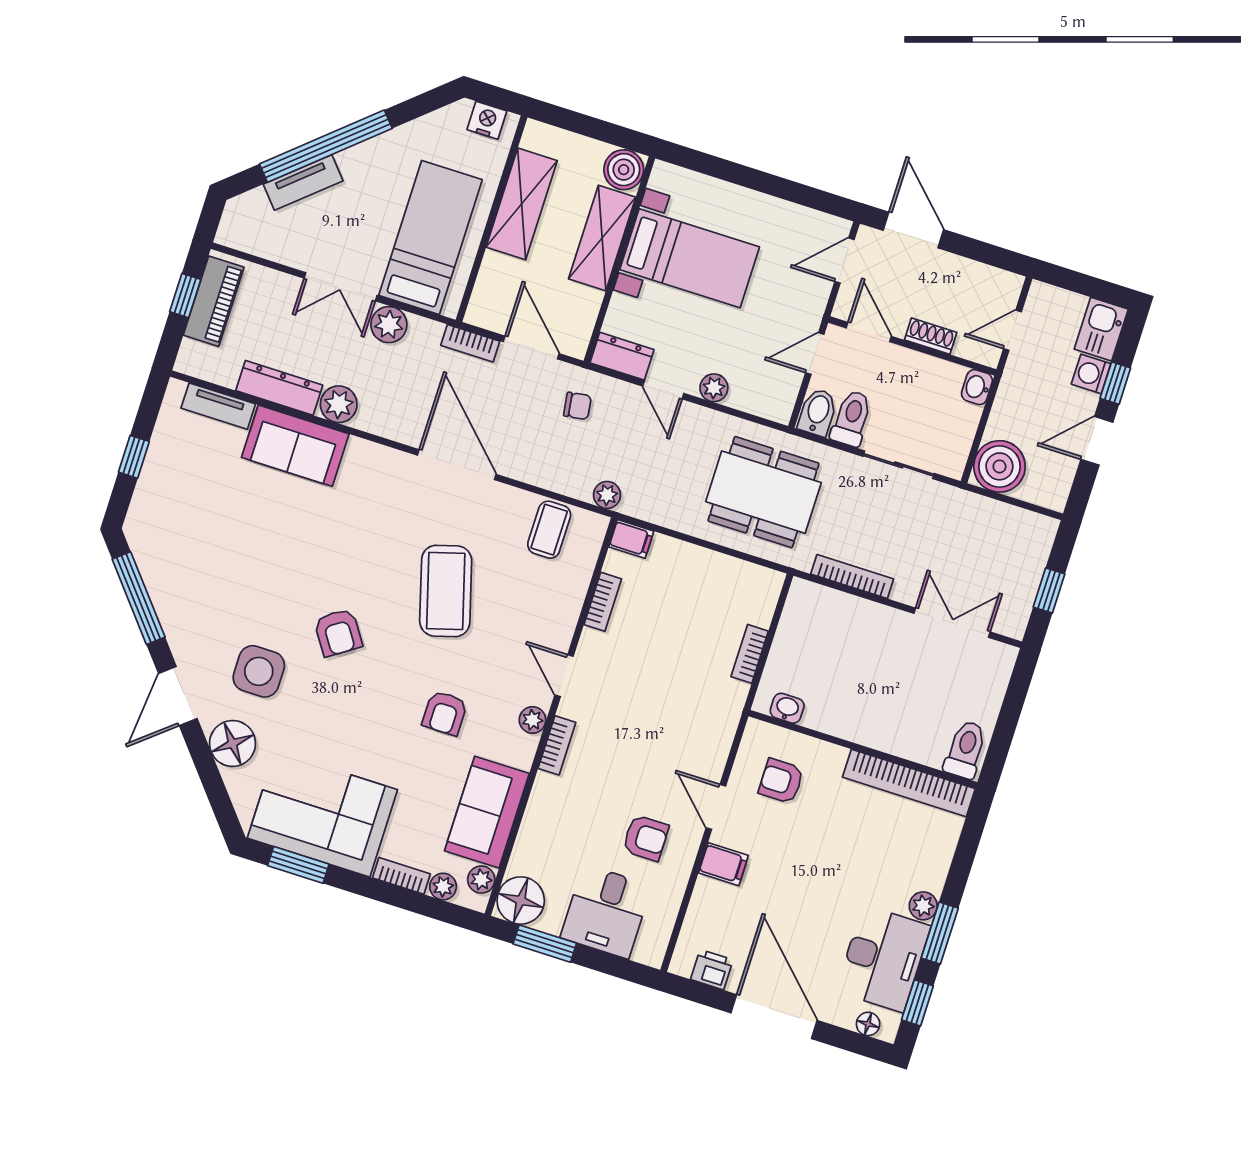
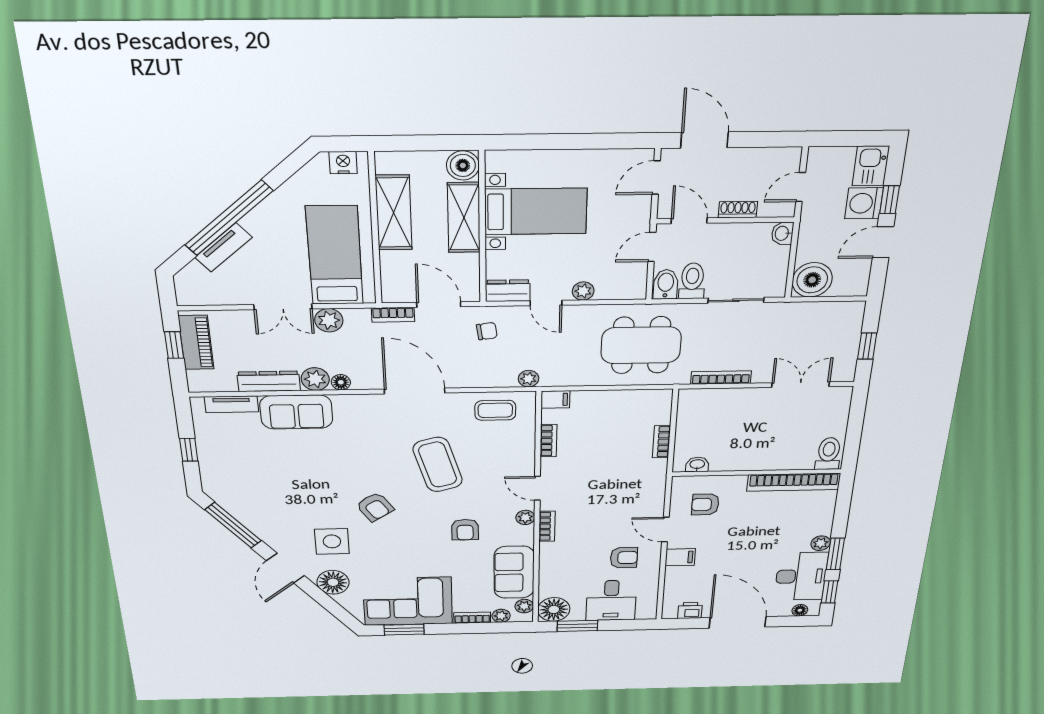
washing machine: (1091, 374) -> (864, 203), width x1.38, depth x1.38
floor lamp: (369, 420) -> (341, 382), added
coffee table: (549, 530) -> (495, 410), turned 90

